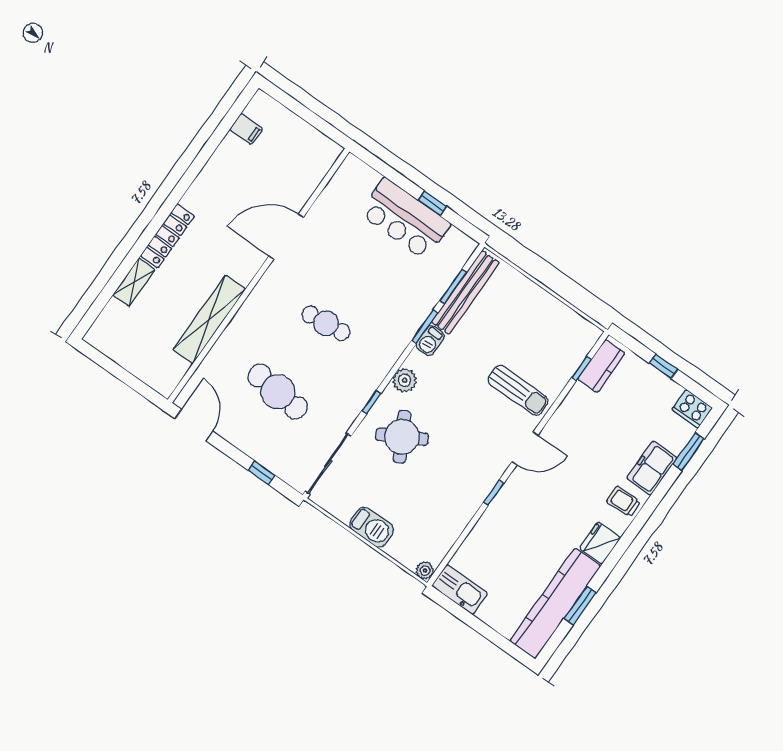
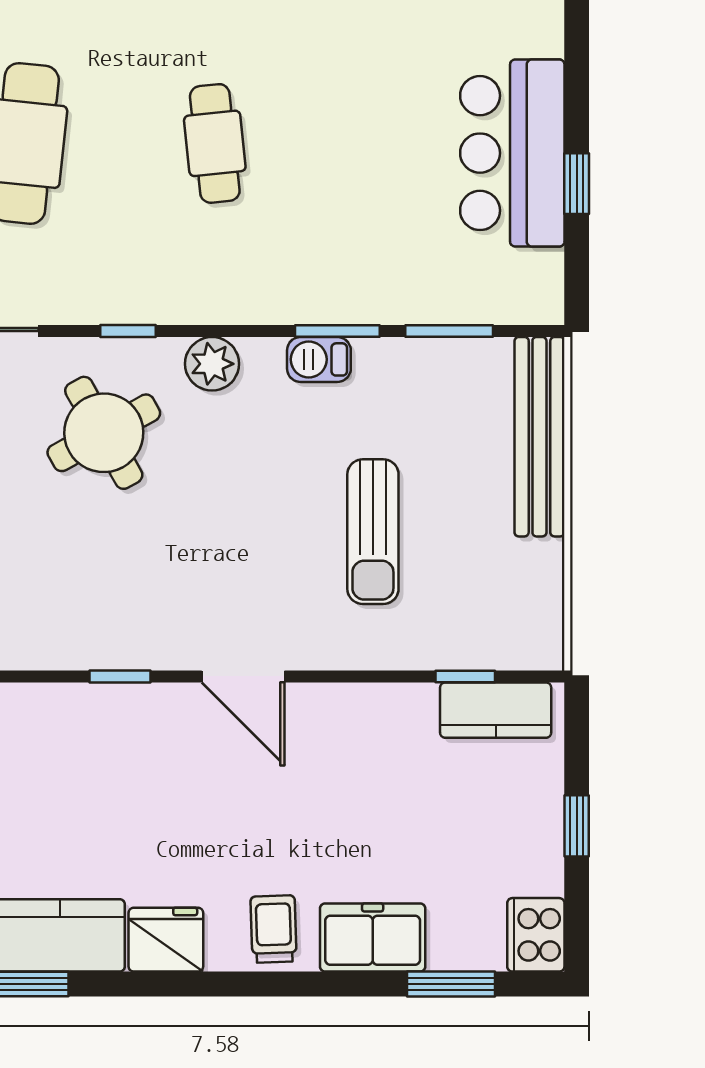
bench: (465, 292) -> (539, 437), moved, turned 90
sun lounger: (518, 390) -> (373, 532), moved

